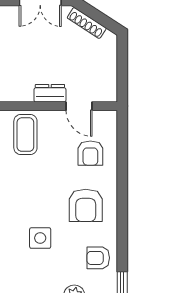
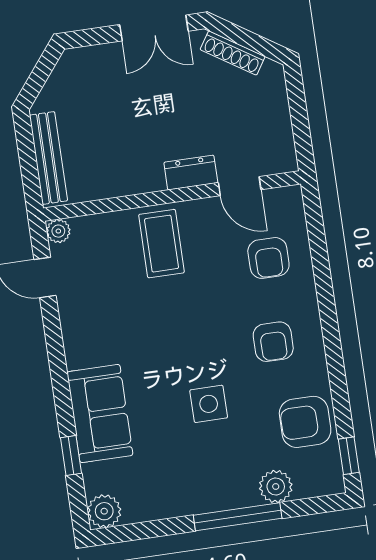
armchair: (86, 205) -> (273, 342), width x0.72, depth x0.72
armchair: (98, 258) -> (305, 422), width x1.38, depth x1.38

